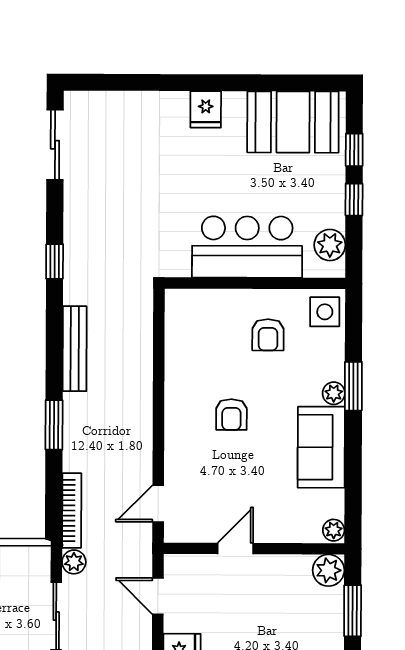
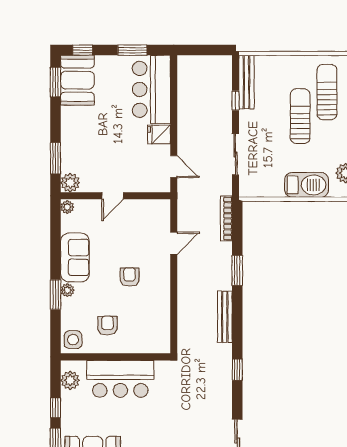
door: (158, 504) -> (174, 243), moved
door: (235, 549) -> (113, 196), moved
plant: (74, 562) -> (225, 187), removed

